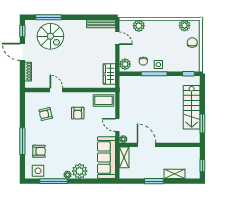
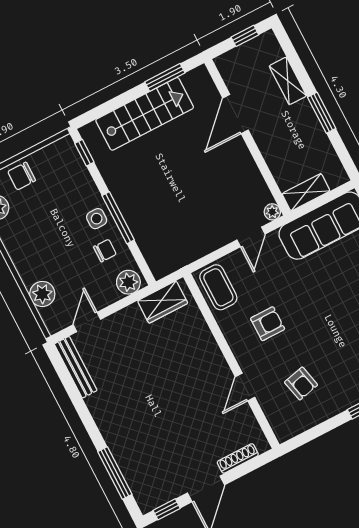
spiral stairs: (50, 36) -> (149, 451), removed
door: (146, 145) -> (236, 114), moved

